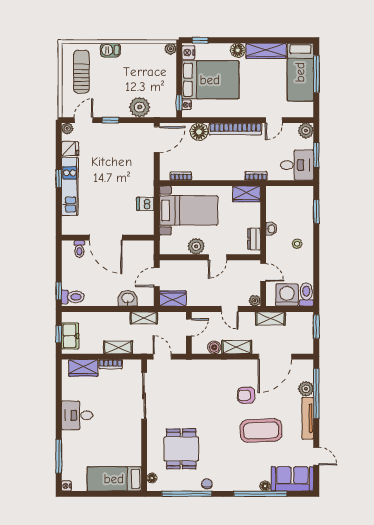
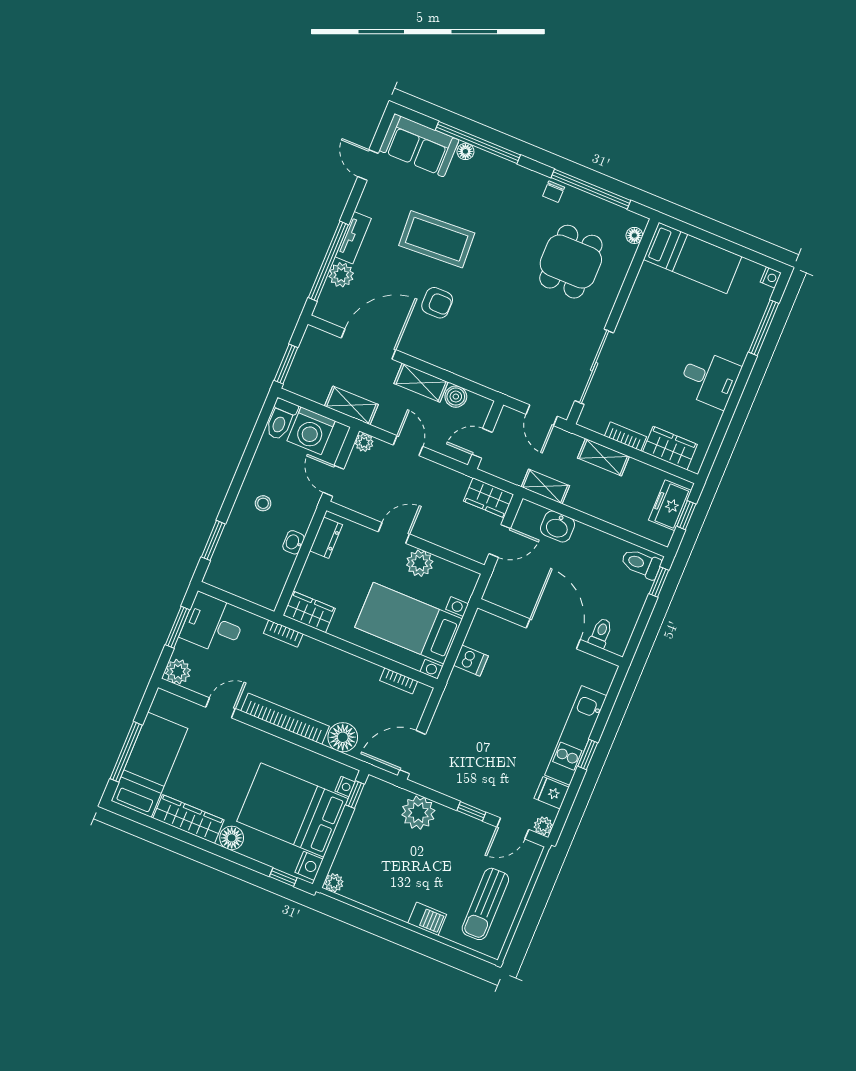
tv unit: (308, 418) -> (353, 238), width x0.71

